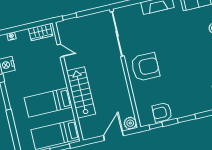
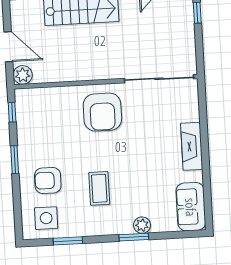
coffee table: (195, 60) -> (99, 188), added
armchair: (162, 112) -> (48, 180), moved, turned -90

